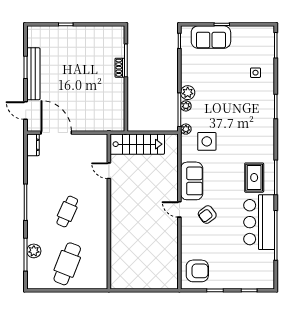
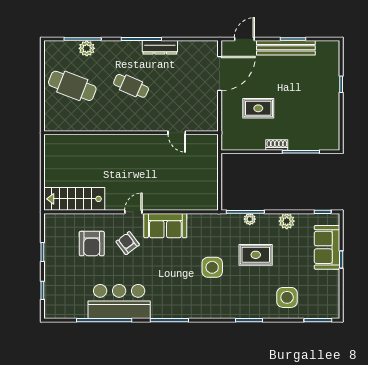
shoe rack: (120, 68) -> (277, 145), moved
side table: (256, 73) -> (287, 297), width x1.87, depth x1.87
plant: (188, 93) -> (287, 221), moved
rug: (87, 98) -> (258, 108), added
plant: (186, 129) -> (224, 219), removed
side table: (207, 141) -> (212, 267), moved
stairs: (137, 144) -> (74, 199), moved, turned 90
dresser: (33, 145) -> (160, 47), moved, width x1.44
door: (109, 171) -> (177, 133), swing flipped
rug: (254, 178) -> (256, 255), moved
armchair: (197, 271) -> (92, 244), moved

